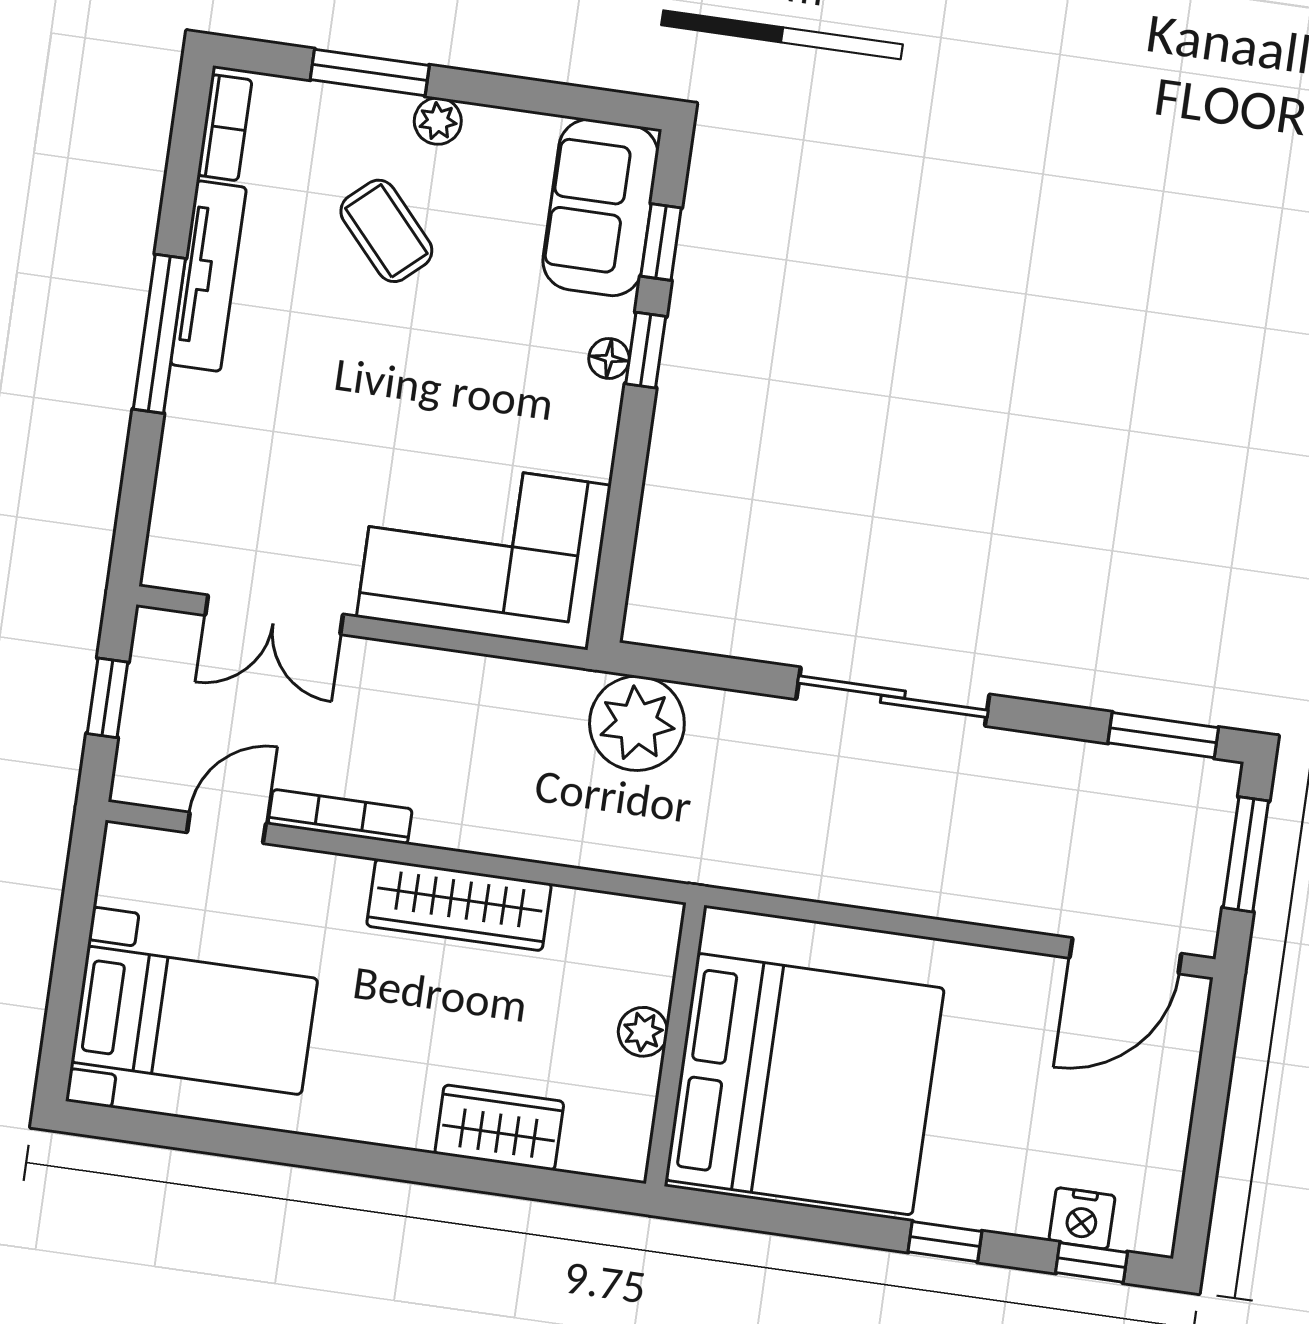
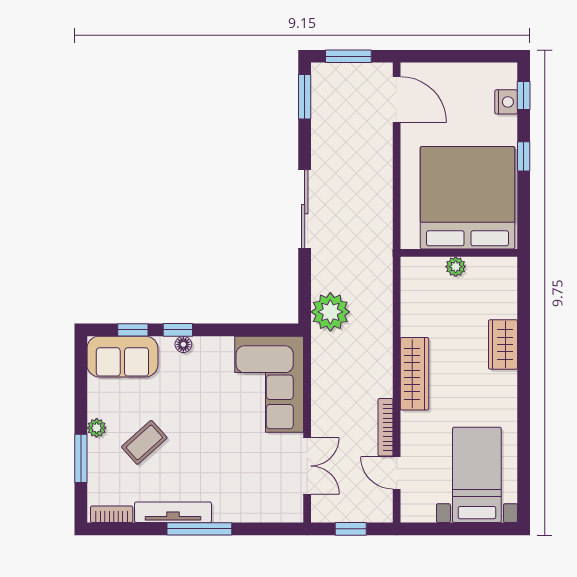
plant: (643, 1032) -> (456, 267), moved
wall: (675, 1044) -> (459, 253), moved
bed: (805, 1084) -> (468, 198), moved

